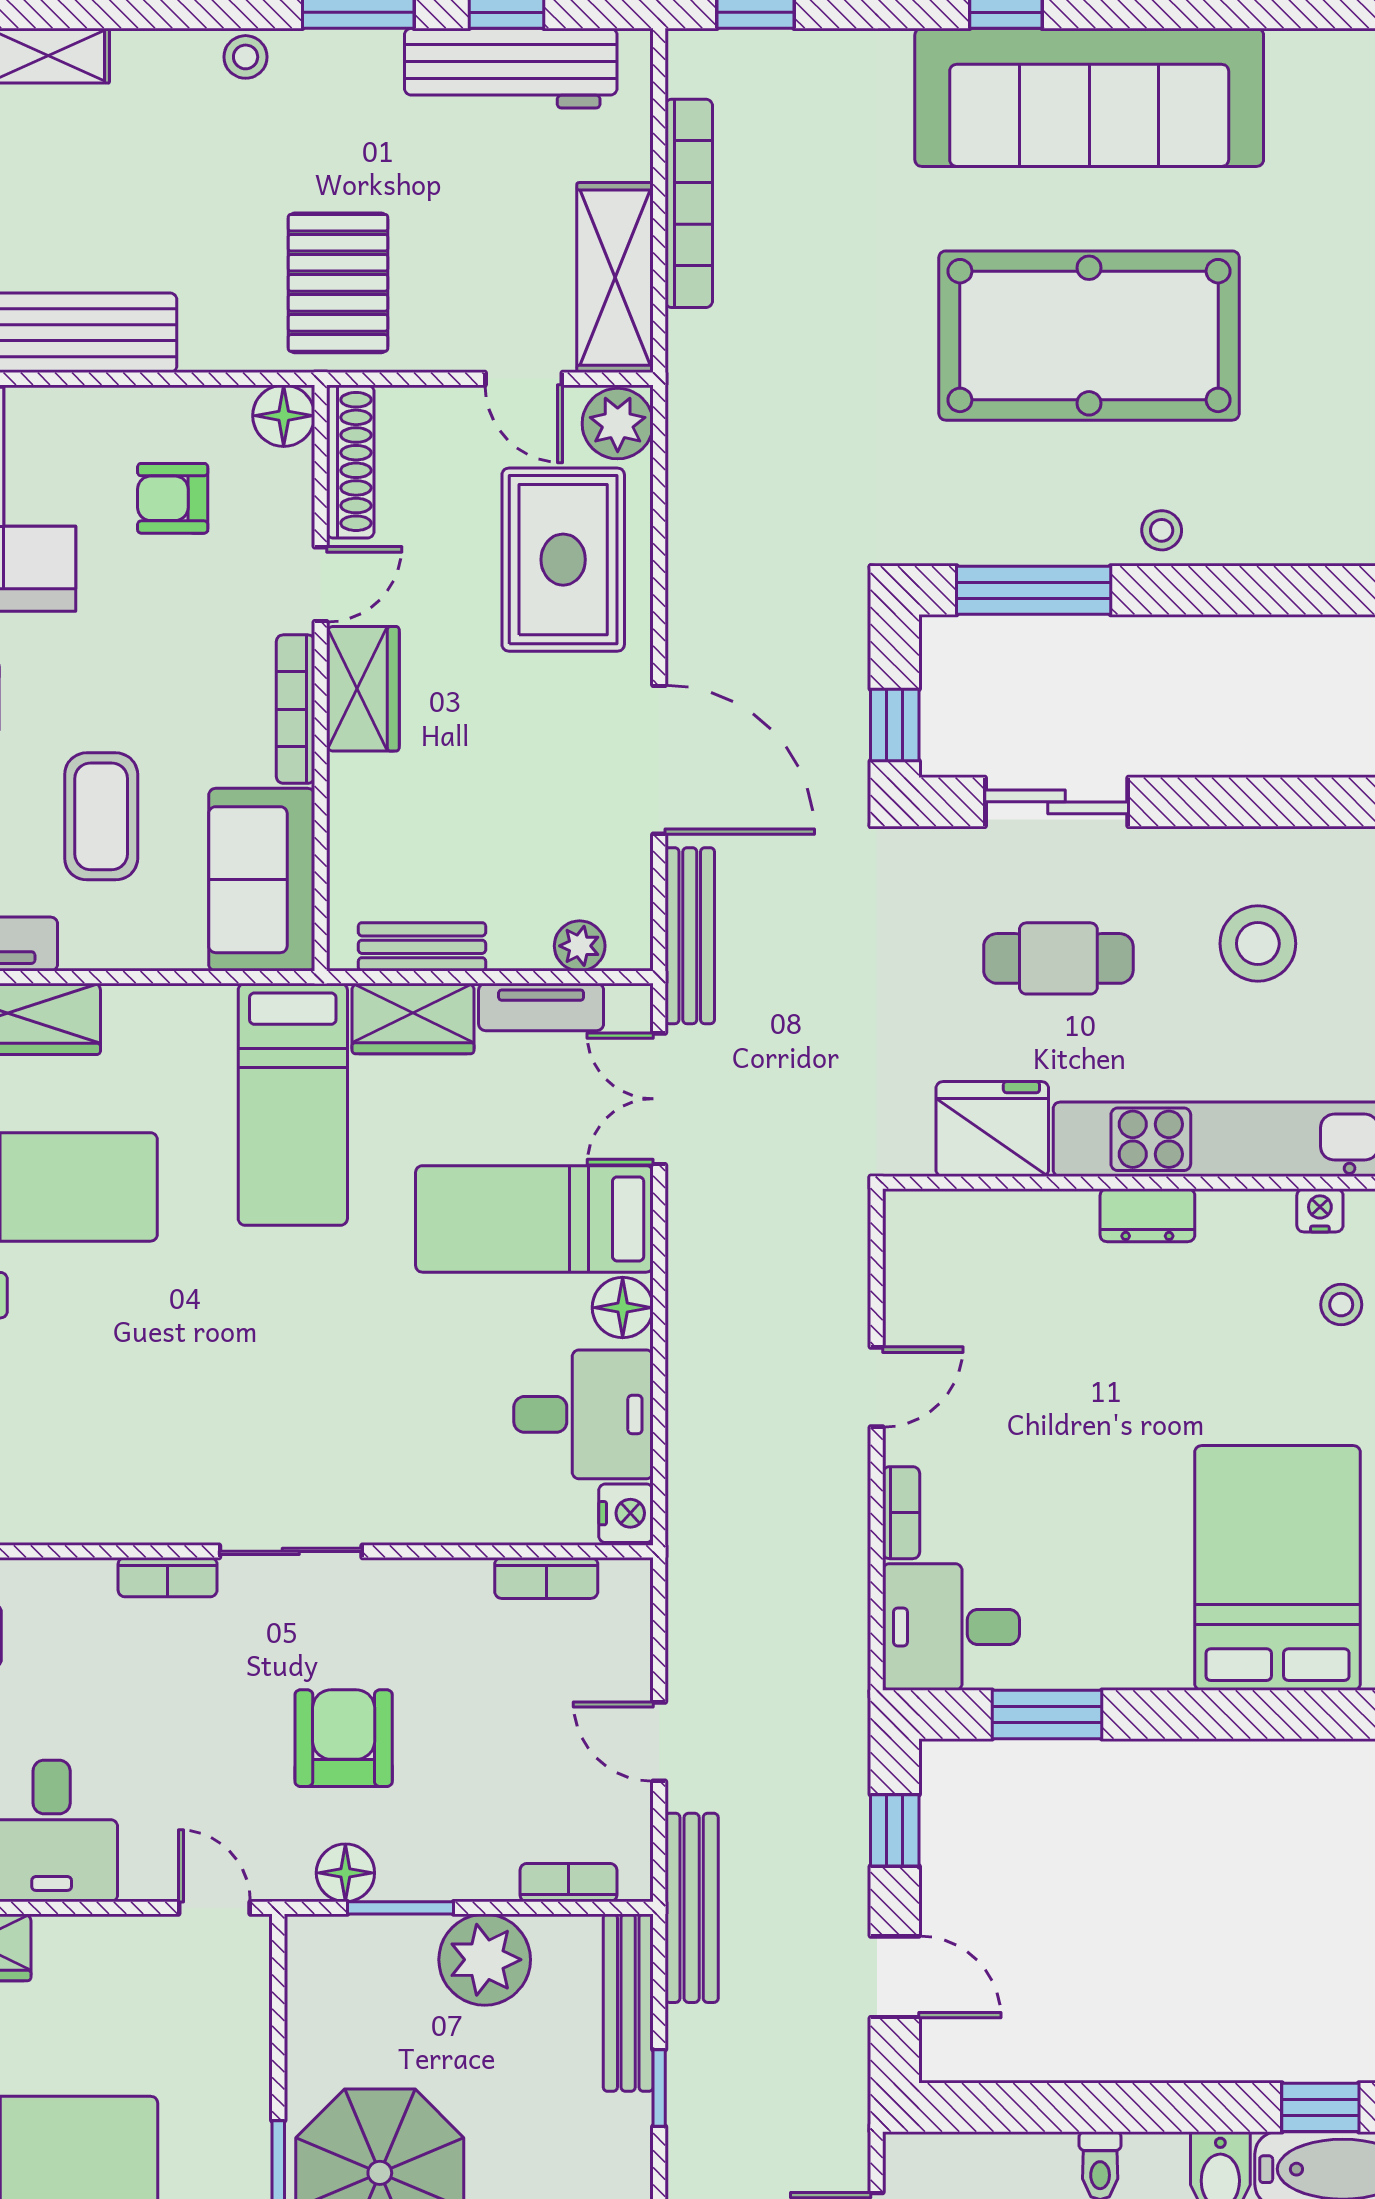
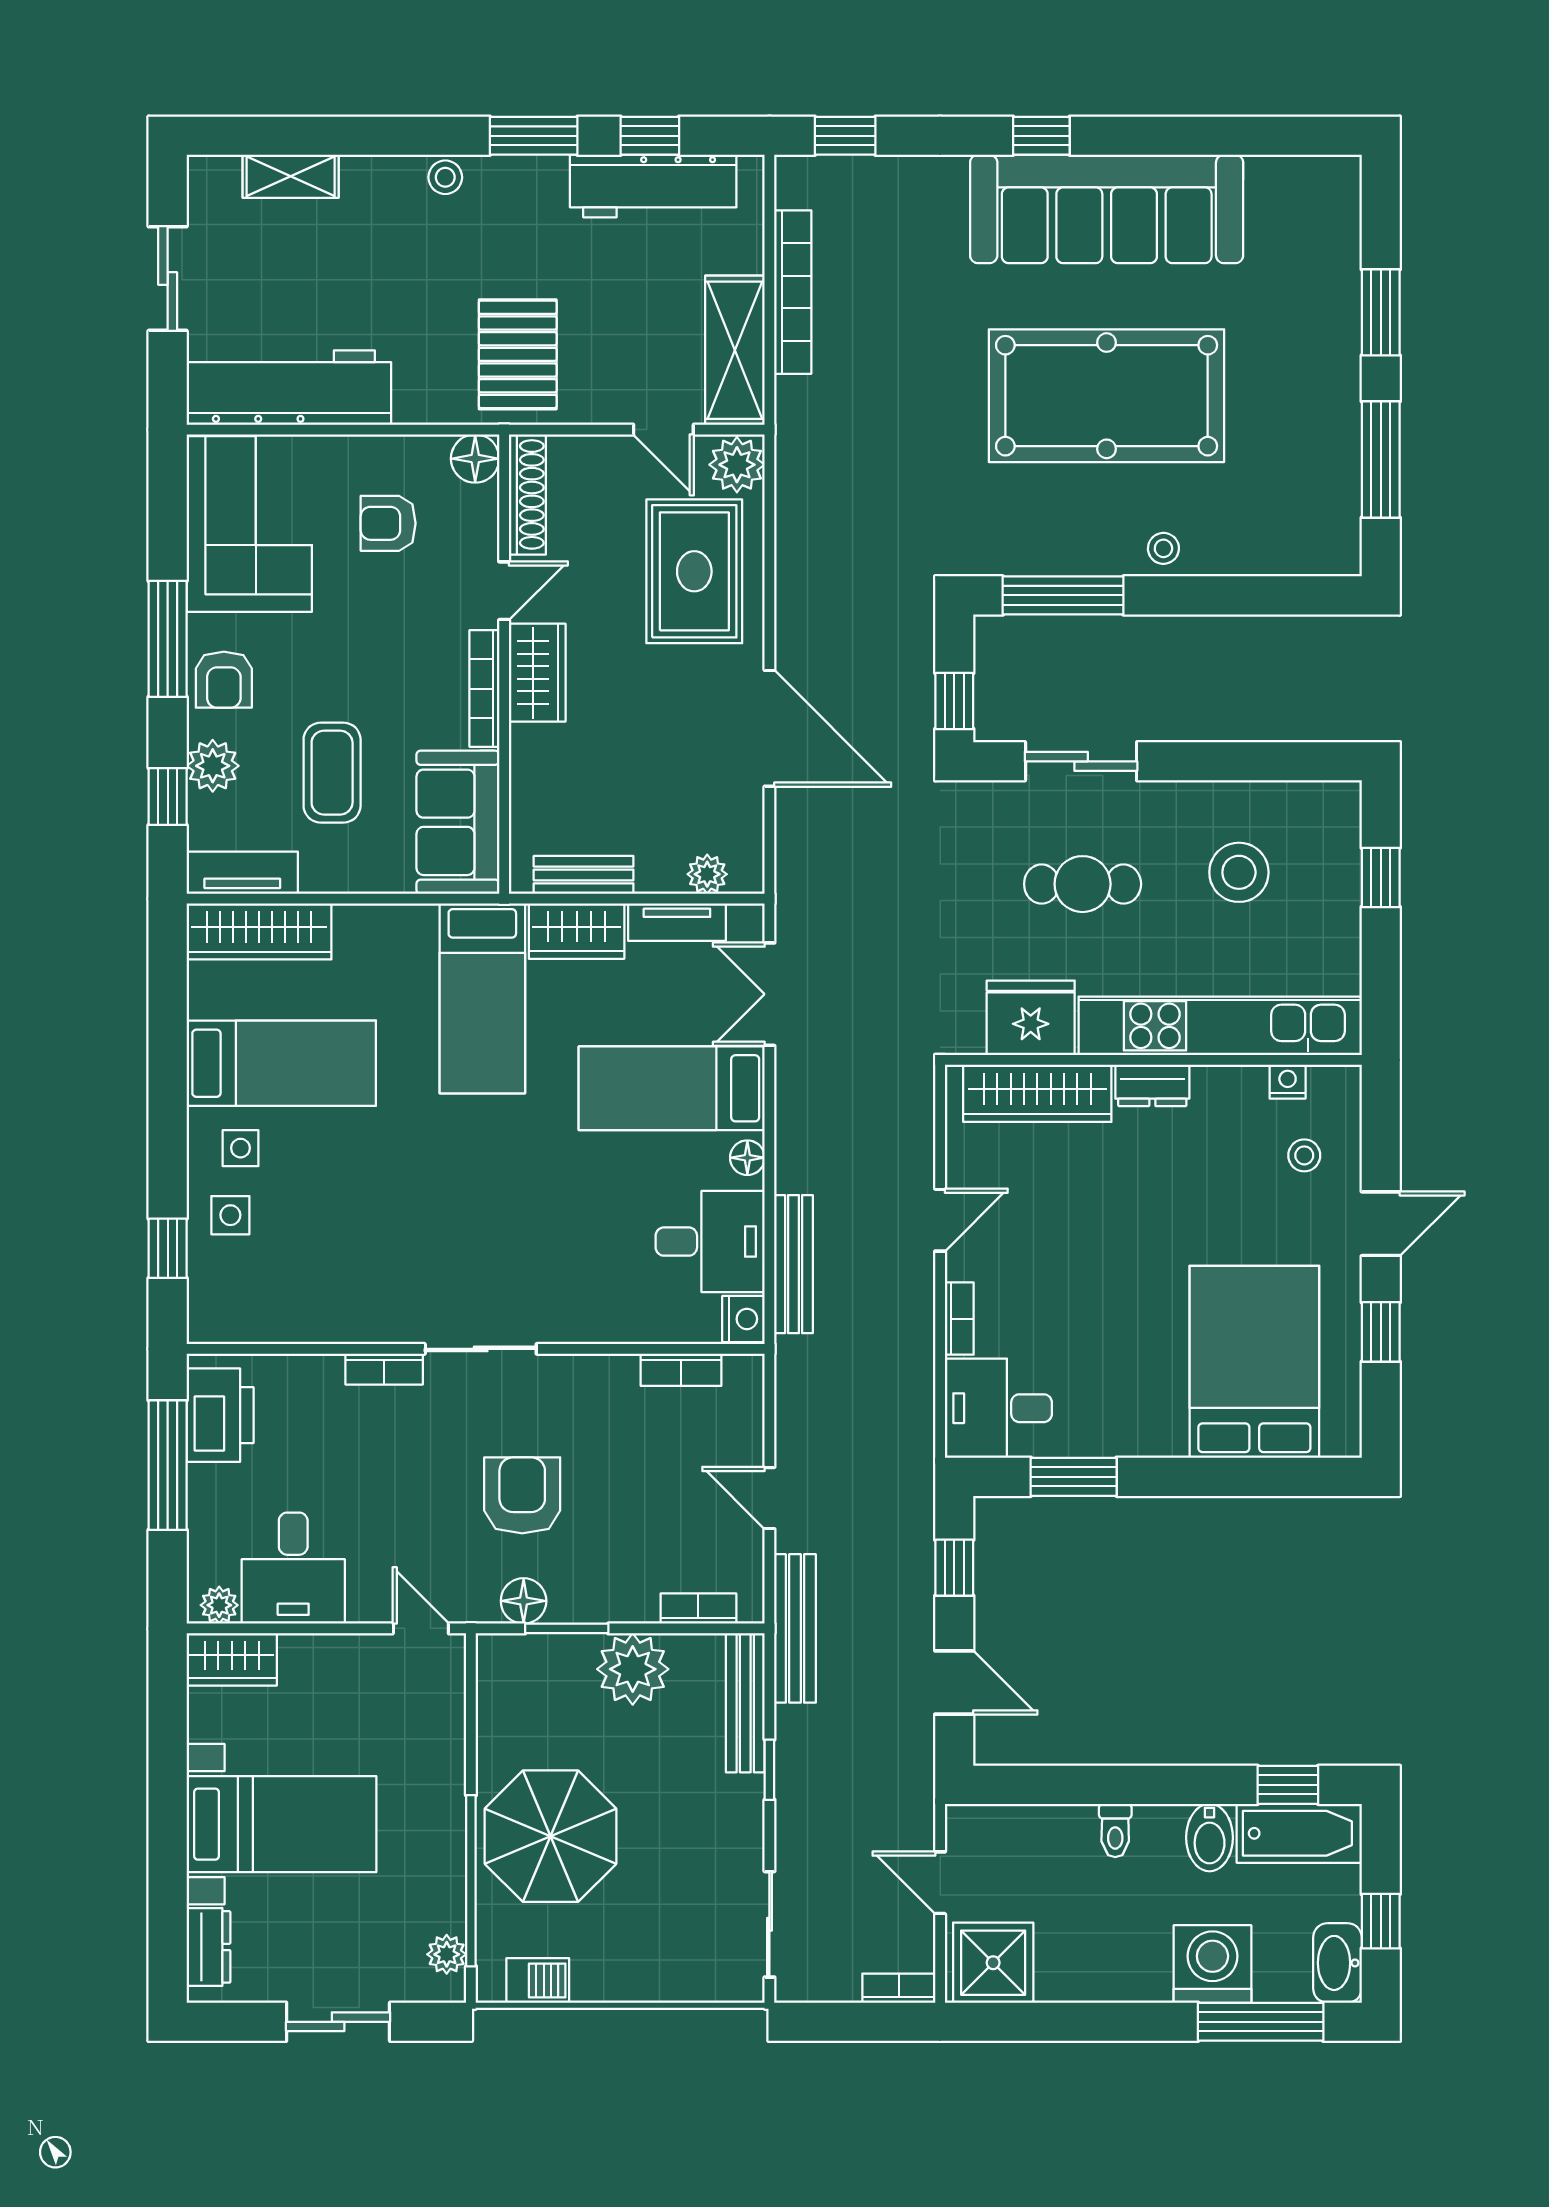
bench: (690, 936) -> (794, 1264), moved
wardrobe: (1001, 1225) -> (1037, 1093), added
floor lamp: (623, 1308) -> (747, 1158), width x0.73, depth x0.73

